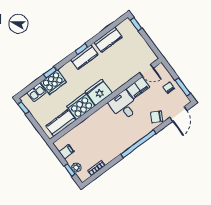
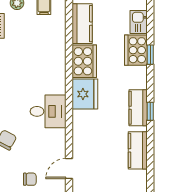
filing cabinet: (138, 88) -> (56, 144), removed

